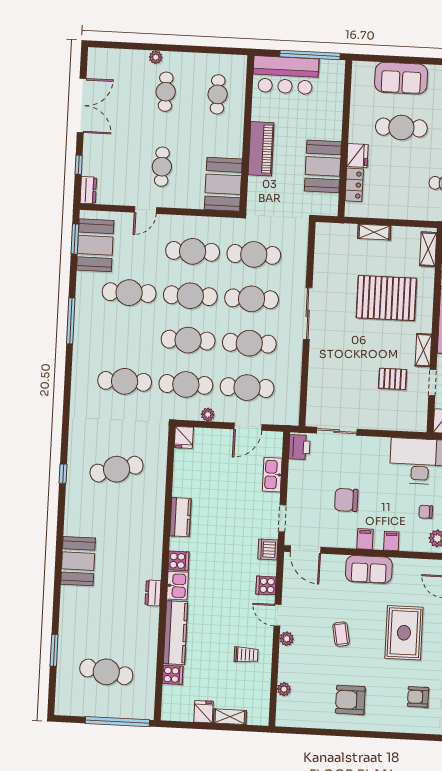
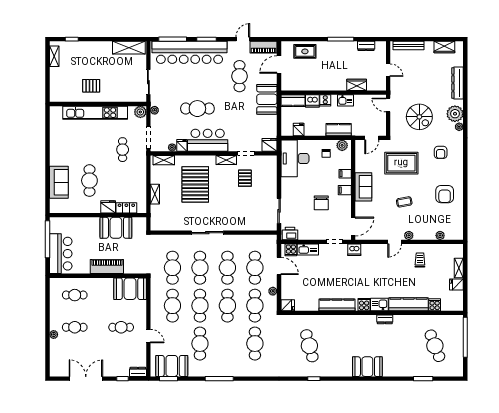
kitchen counter: (180, 517) -> (337, 305), width x1.50
cooker: (266, 585) -> (291, 250), moved
cafe table: (106, 672) -> (435, 346), turned -30

